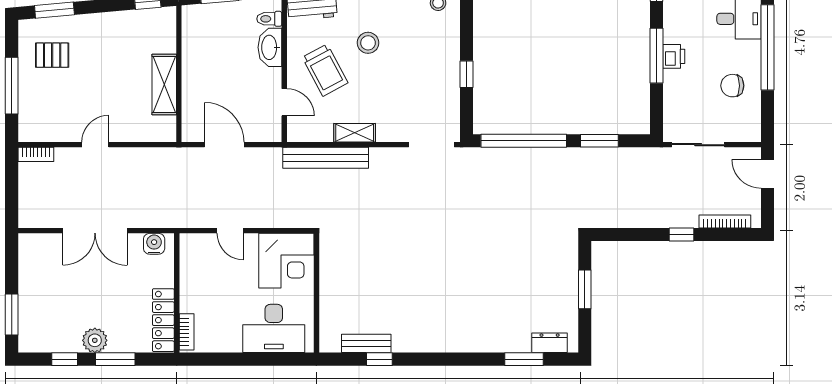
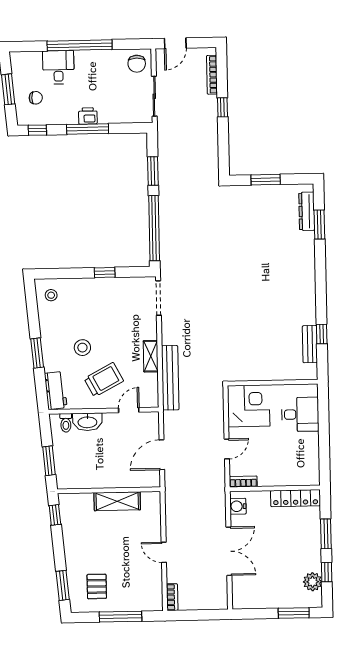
chair: (732, 86) -> (137, 64), moved
desk: (274, 328) -> (300, 414), width x0.73
bookcase: (187, 332) -> (243, 482), moved
plant: (95, 340) -> (313, 582), moved
dresser: (550, 343) -> (307, 211), width x1.44

